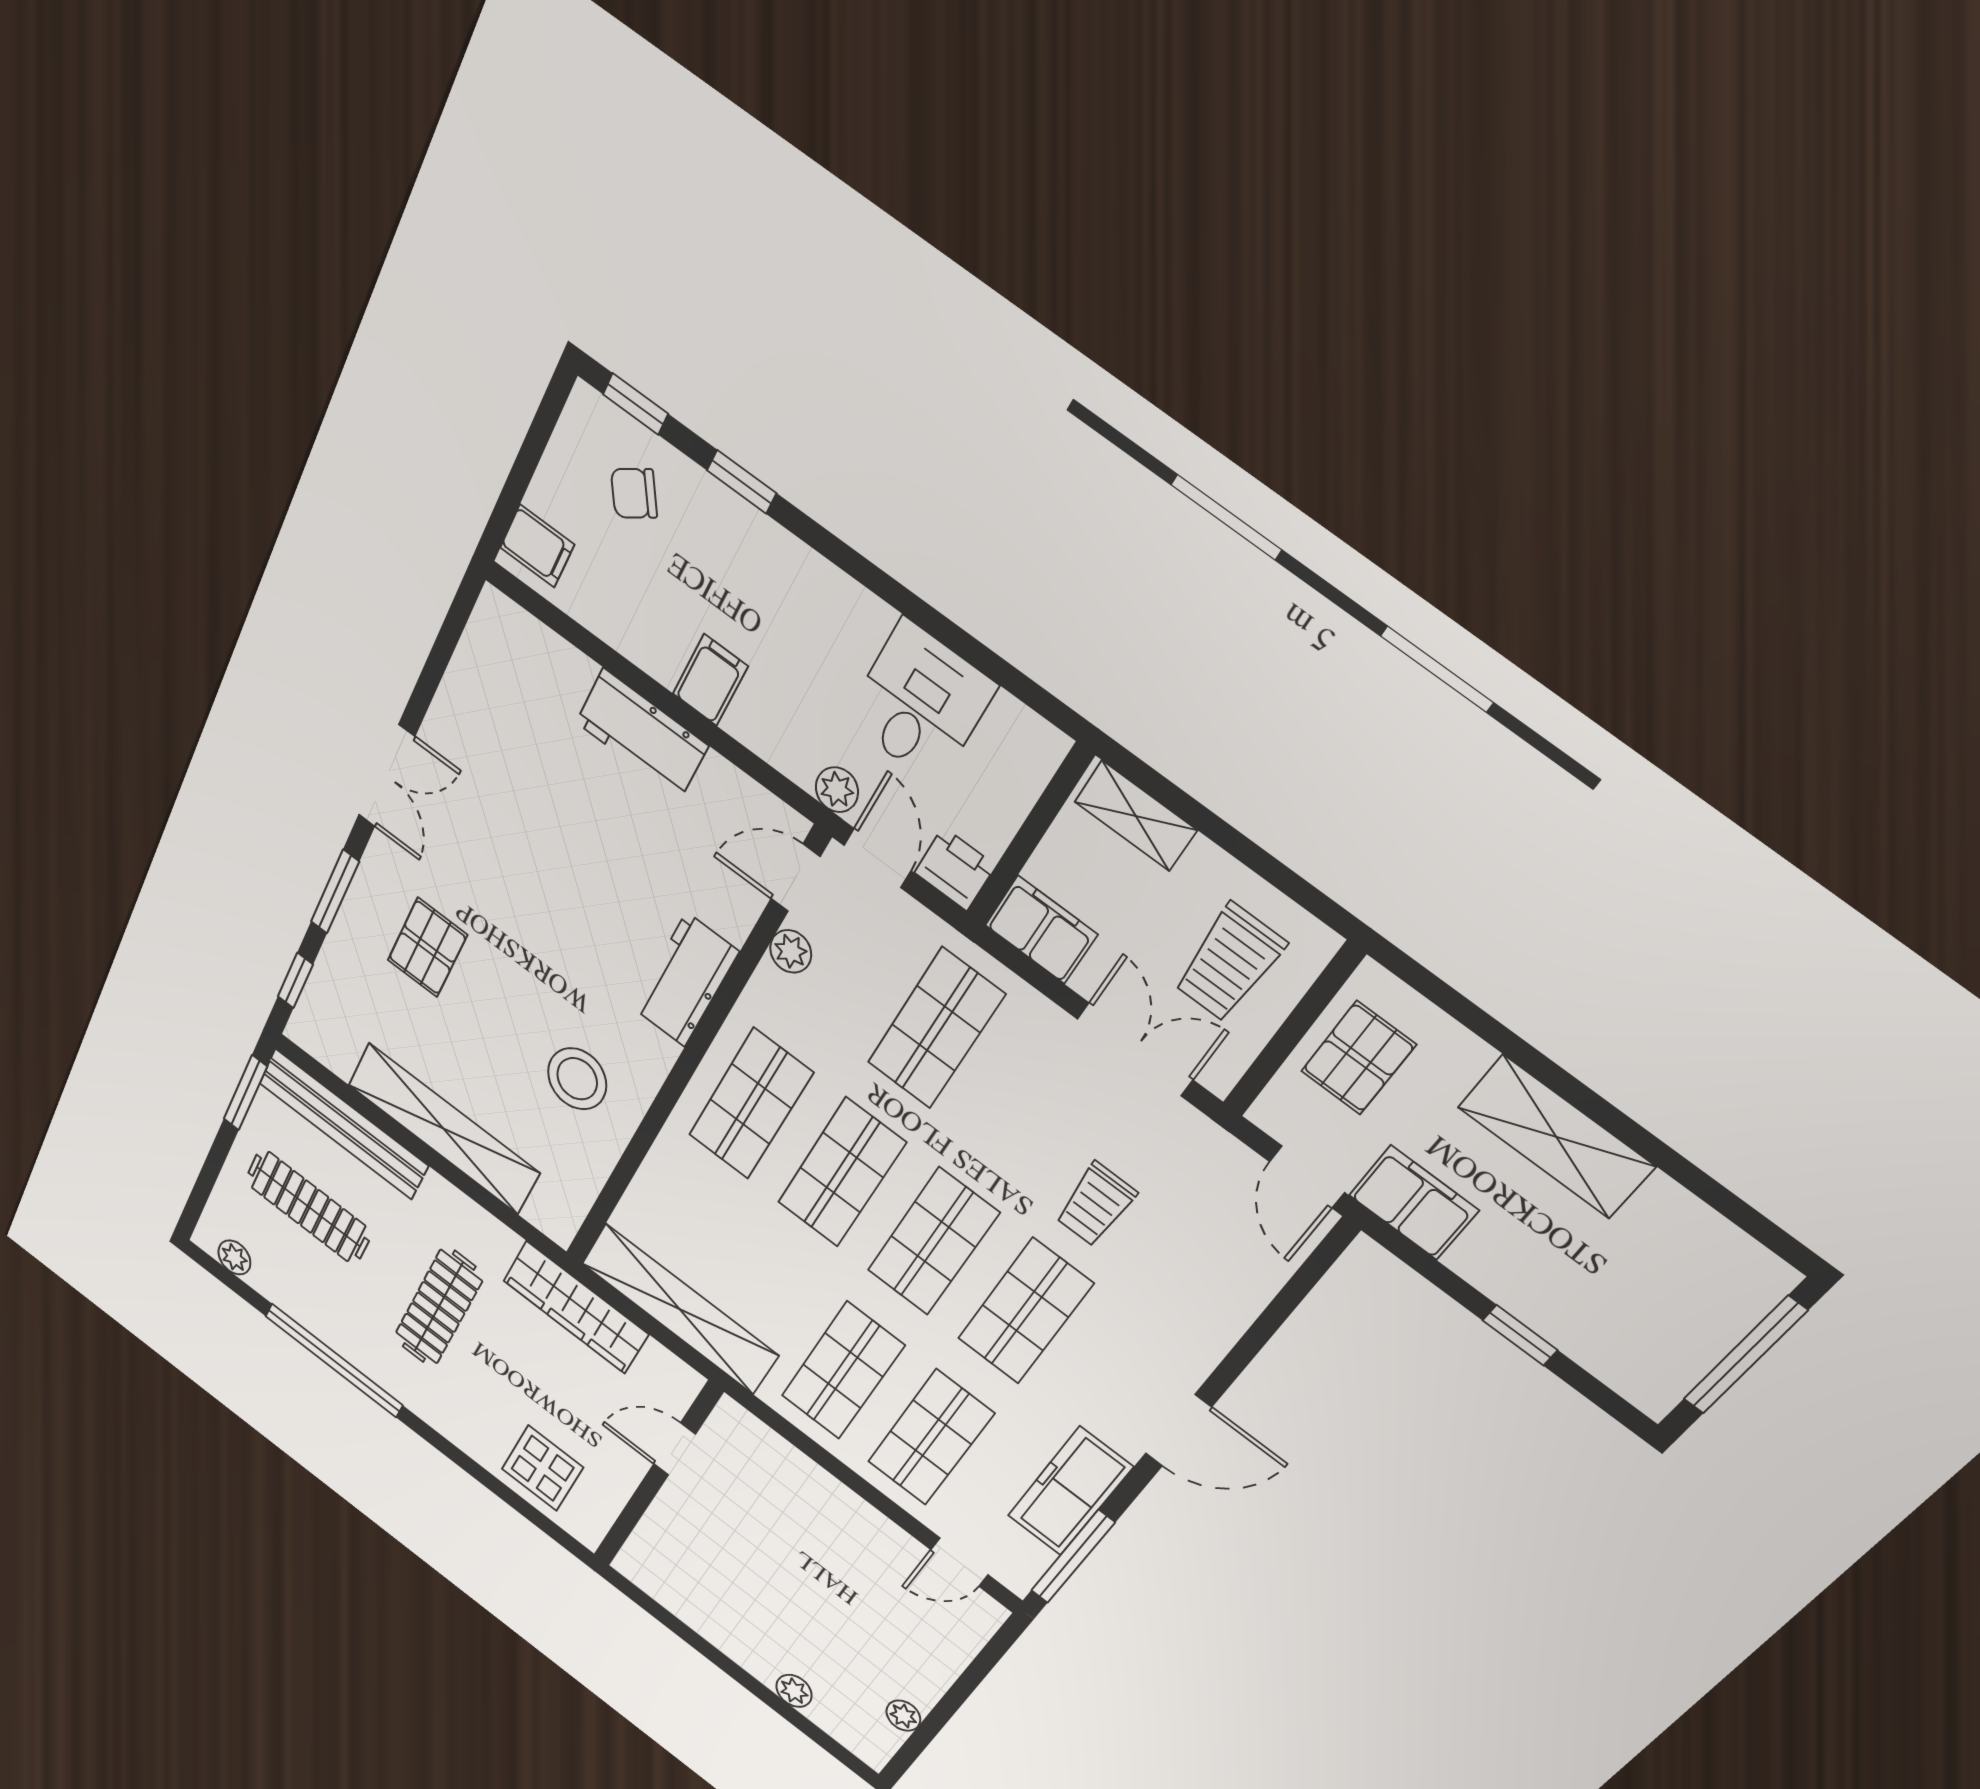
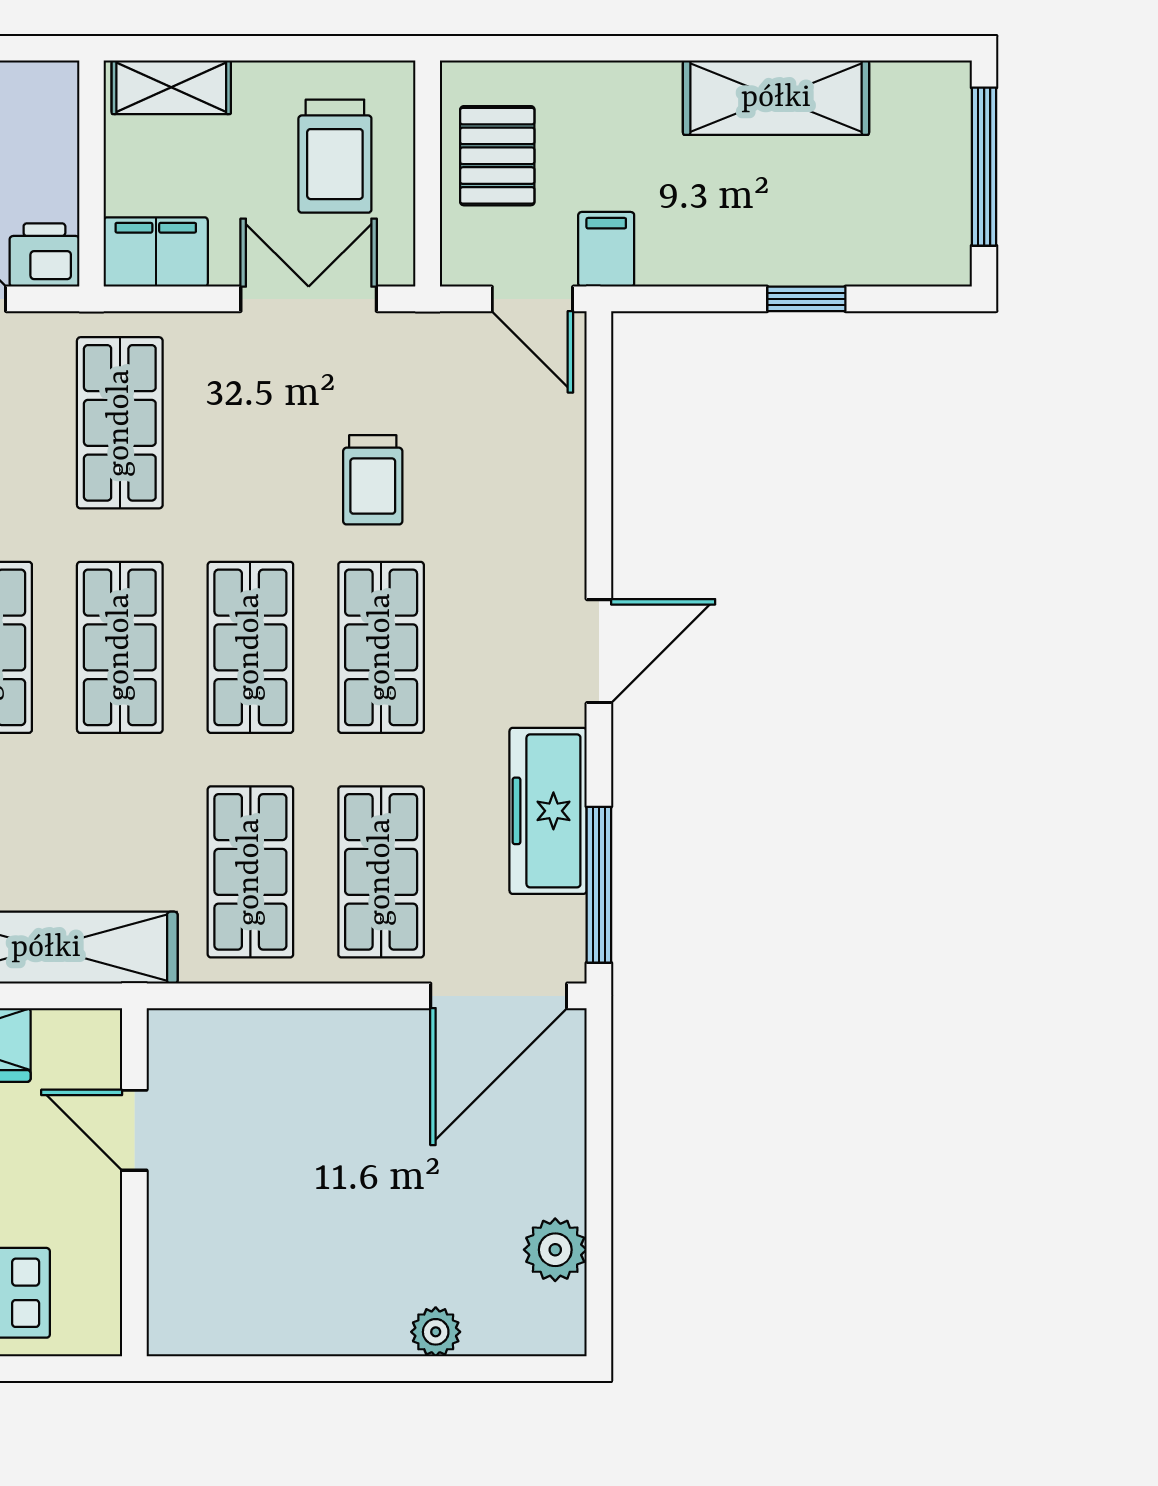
shelving: (1556, 1137) -> (776, 98), moved
filing cabinet: (1414, 1203) -> (606, 249), width x0.50
door: (674, 1449) -> (134, 1130), hinge flipped
door: (959, 1562) -> (499, 996), width x1.87
plant: (903, 1716) -> (555, 1250), width x1.38, depth x1.38

